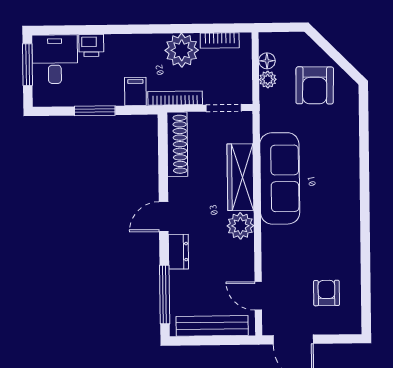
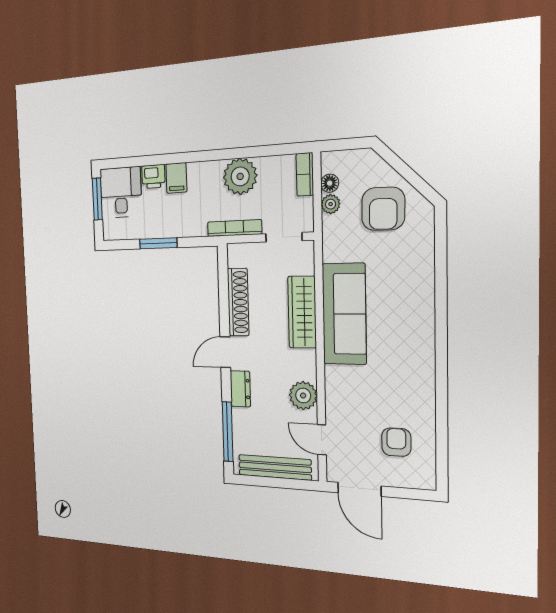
bookcase: (220, 40) -> (305, 174), moved, turned 90
filing cabinet: (135, 91) -> (176, 178), moved, turned 180
shoe rack: (177, 144) -> (238, 302), moved
plant: (240, 226) -> (303, 396), moved

